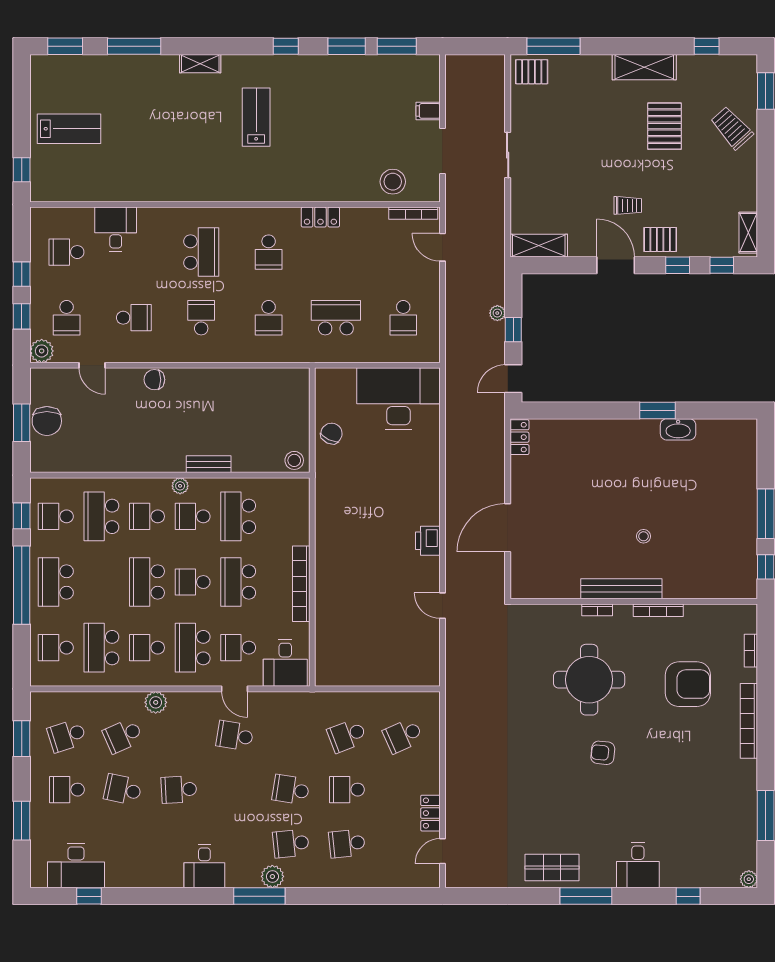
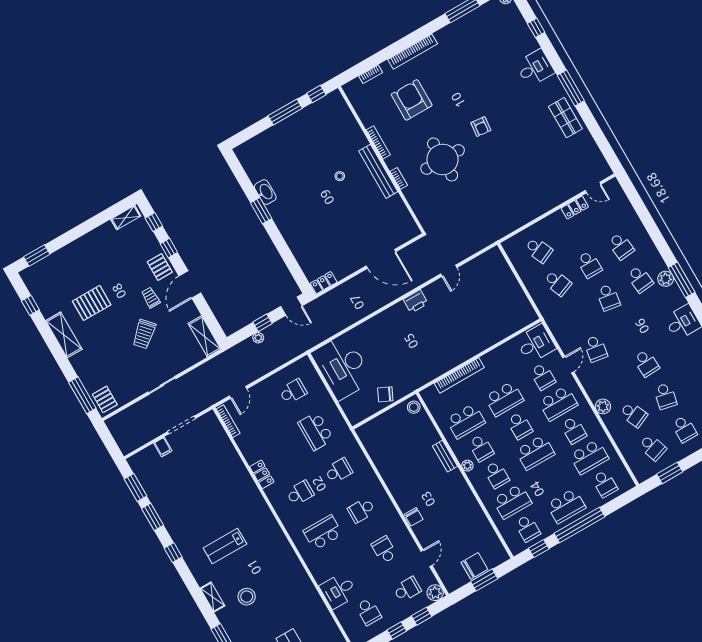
trolley: (732, 128) -> (144, 334), moved
stool: (393, 182) -> (247, 597), moved
bookcase: (301, 584) -> (459, 375), moved

